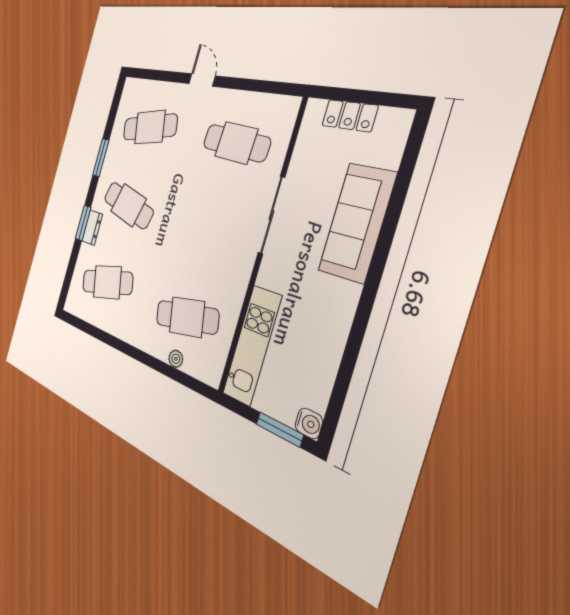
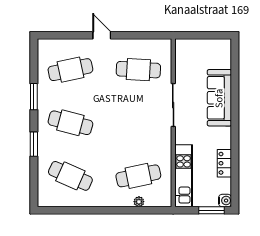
locker: (350, 116) -> (224, 163), moved, turned 90
dresser: (92, 228) -> (44, 145), removed
cafe table: (107, 282) -> (70, 176), turned 39

